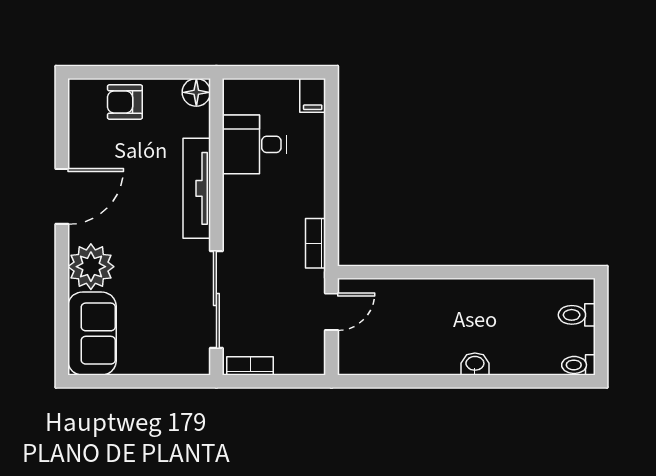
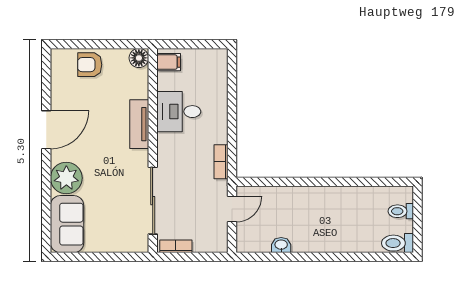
filing cabinet: (313, 95) -> (169, 62), moved, turned -90
desk: (254, 144) -> (179, 112), moved
tv unit: (197, 188) -> (139, 124), width x0.71
washbasin: (475, 364) -> (281, 245), moved
toilet: (578, 365) -> (398, 243), width x1.37, depth x1.39

